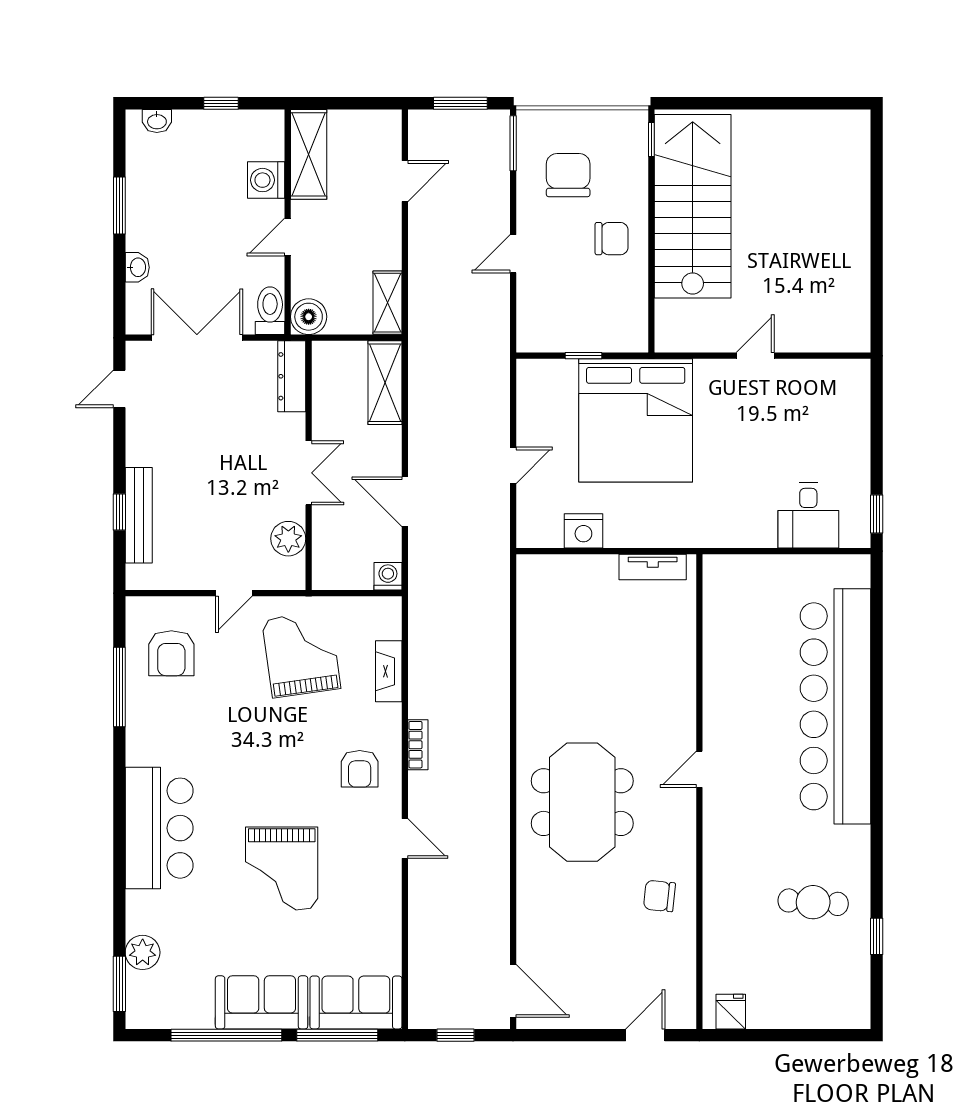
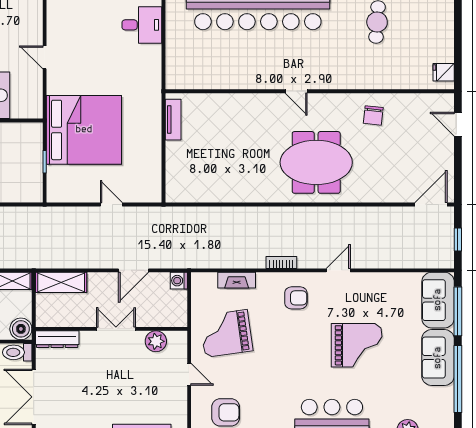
nightstand: (583, 531) -> (151, 162), removed

